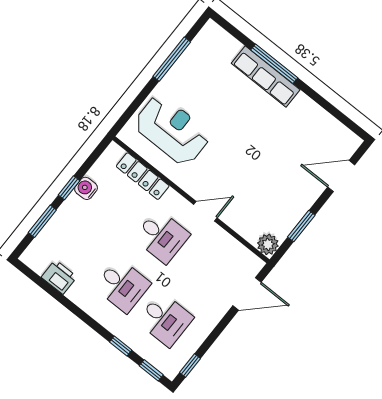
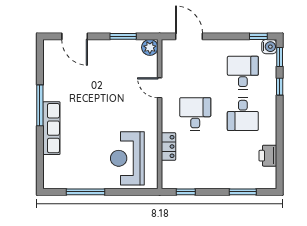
window: (274, 64) -> (40, 105), moved
locker: (143, 176) -> (169, 147), width x0.66
window: (69, 188) -> (186, 192), moved
water cooler: (86, 188) -> (269, 47), moved, turned -90
door: (205, 211) -> (160, 88), moved
desk: (123, 285) -> (243, 114), turned 180

